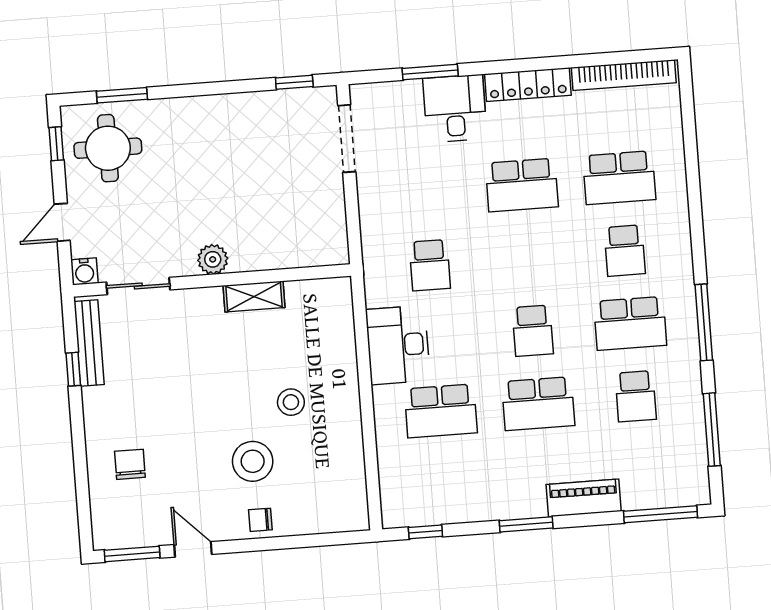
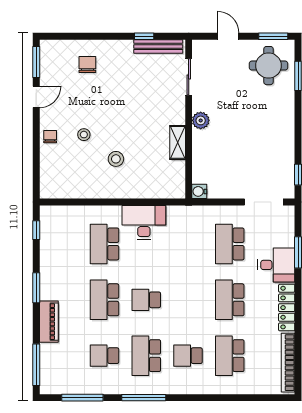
window: (56, 144) -> (273, 36), width x1.50
school desk: (430, 265) -> (230, 244), moved, width x1.85
water cooler: (84, 271) -> (199, 191), moved
stool: (253, 461) -> (84, 135), width x0.53, depth x0.53
chair: (130, 464) -> (87, 65), turned -90

